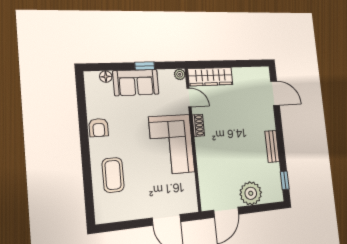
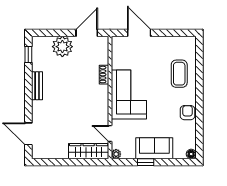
floor lamp: (106, 77) -> (191, 154), moved
shoe rack: (198, 125) -> (104, 75), moved

